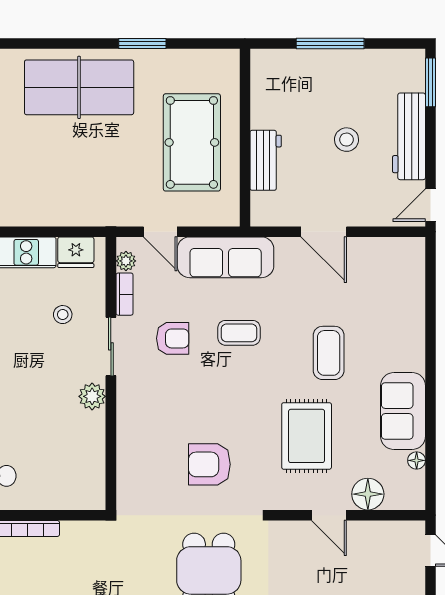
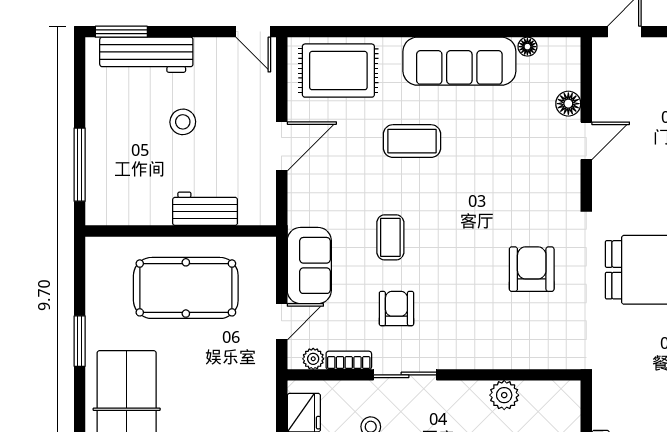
window: (330, 44) -> (80, 165), moved
workbench: (409, 136) -> (146, 55), moved
sofa: (226, 257) -> (309, 265), width x0.73
plant: (92, 396) -> (504, 395), moved
sofa: (403, 411) -> (459, 61), width x1.36
rug: (307, 436) -> (338, 71), moved
armchair: (209, 464) -> (532, 269), turned 180
floor lamp: (368, 494) -> (568, 104), width x0.73, depth x0.73

